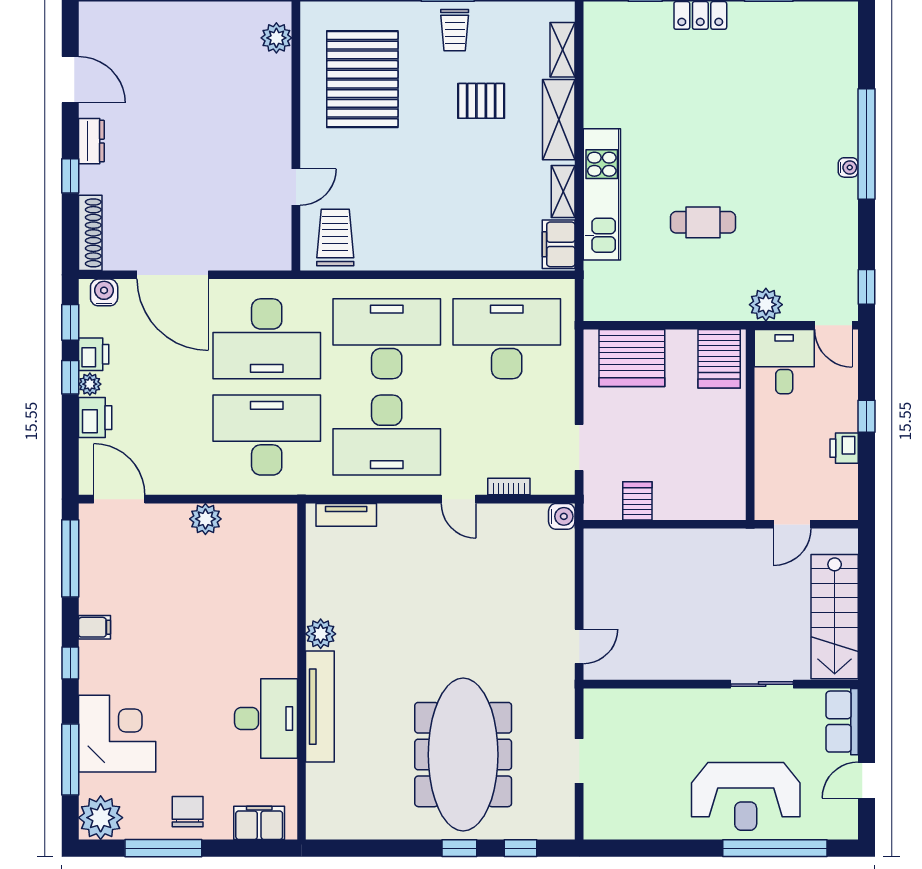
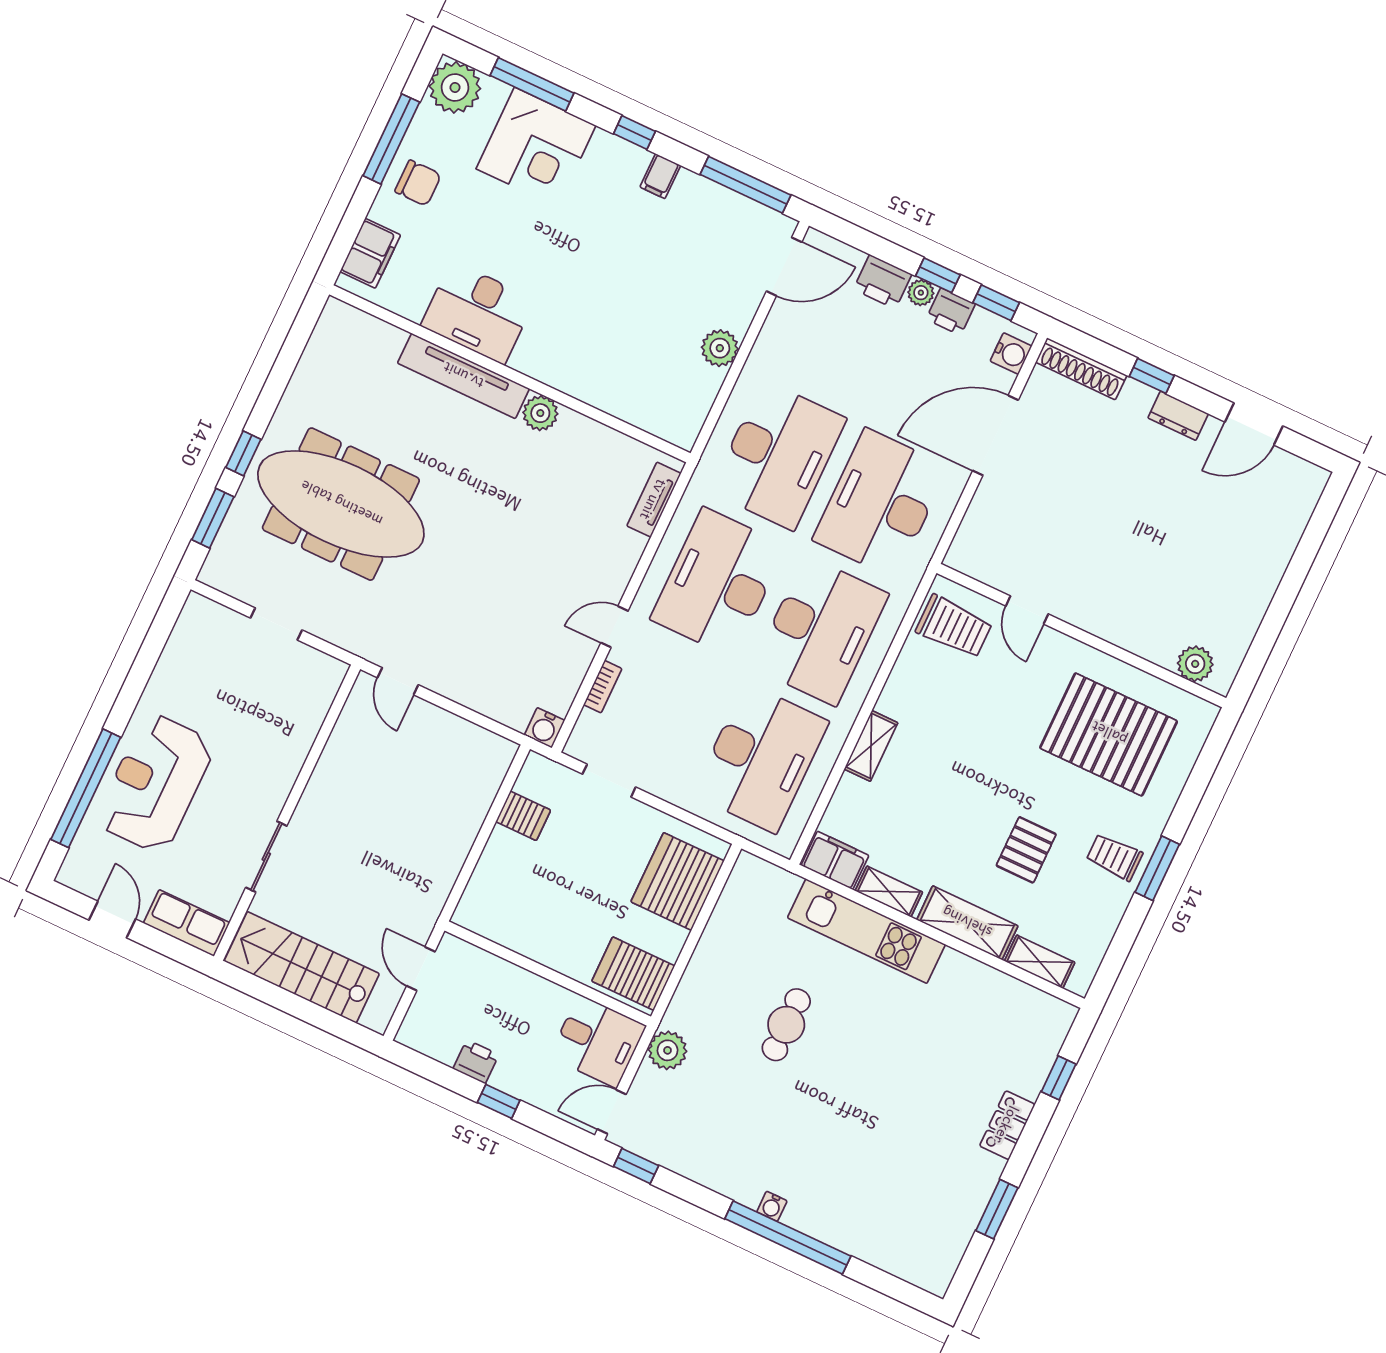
shelving: (457, 258) -> (871, 746), added
window: (521, 848) -> (213, 518), width x1.50

